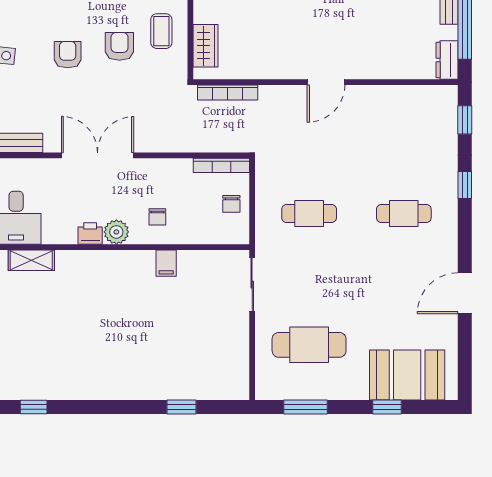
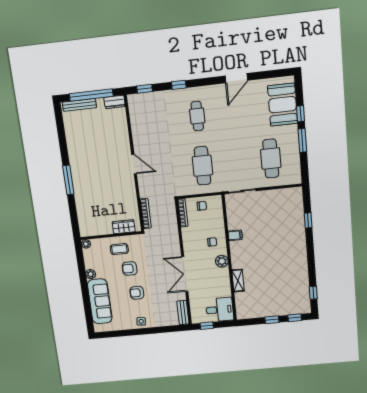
cafe table: (309, 213) -> (202, 166), width x1.37, depth x1.35
printer: (90, 233) -> (224, 274), removed
shelving: (31, 260) -> (238, 281), moved
door: (465, 293) -> (236, 78), hinge flipped
window: (306, 407) -> (302, 140), moved

